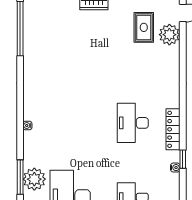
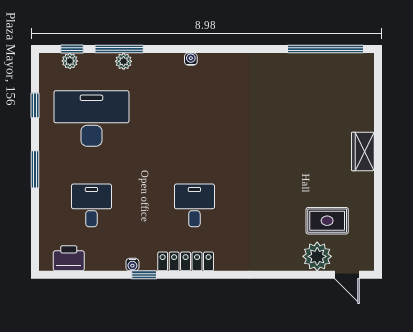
desk: (133, 123) -> (194, 205), width x0.73
plant: (34, 179) -> (124, 61), width x0.53, depth x0.53

